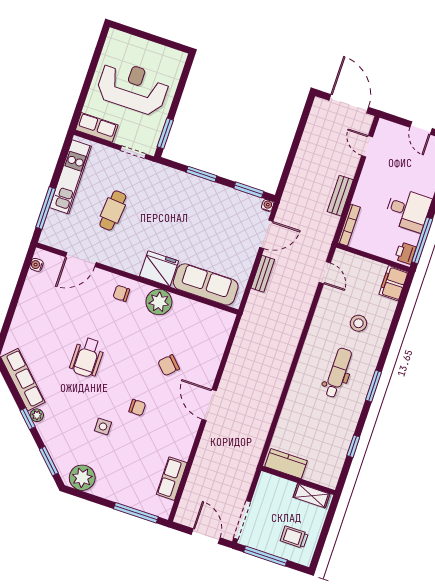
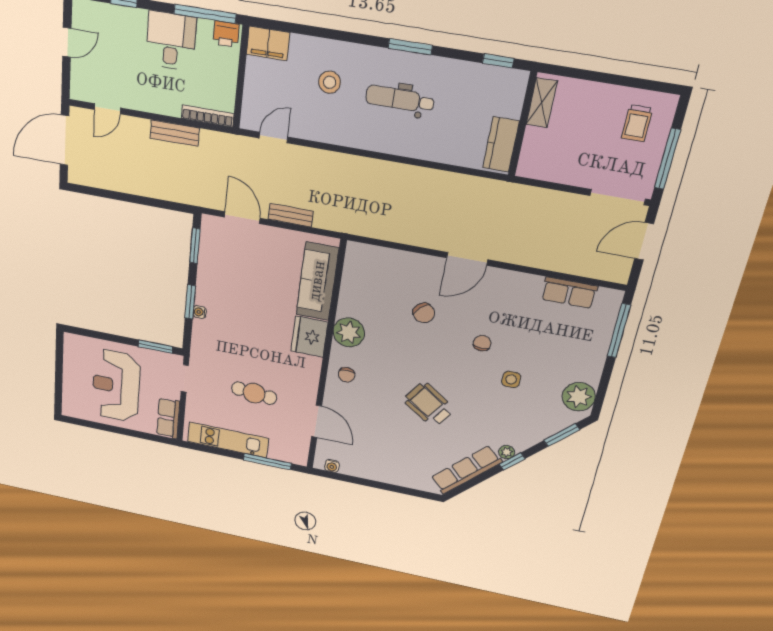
water cooler: (268, 205) -> (200, 312), moved
wheelchair: (87, 357) -> (429, 405), turned -146
kitchen counter: (286, 464) -> (501, 145), moved
wall: (298, 480) -> (522, 125), moved
shelving: (312, 496) -> (542, 103), moved

